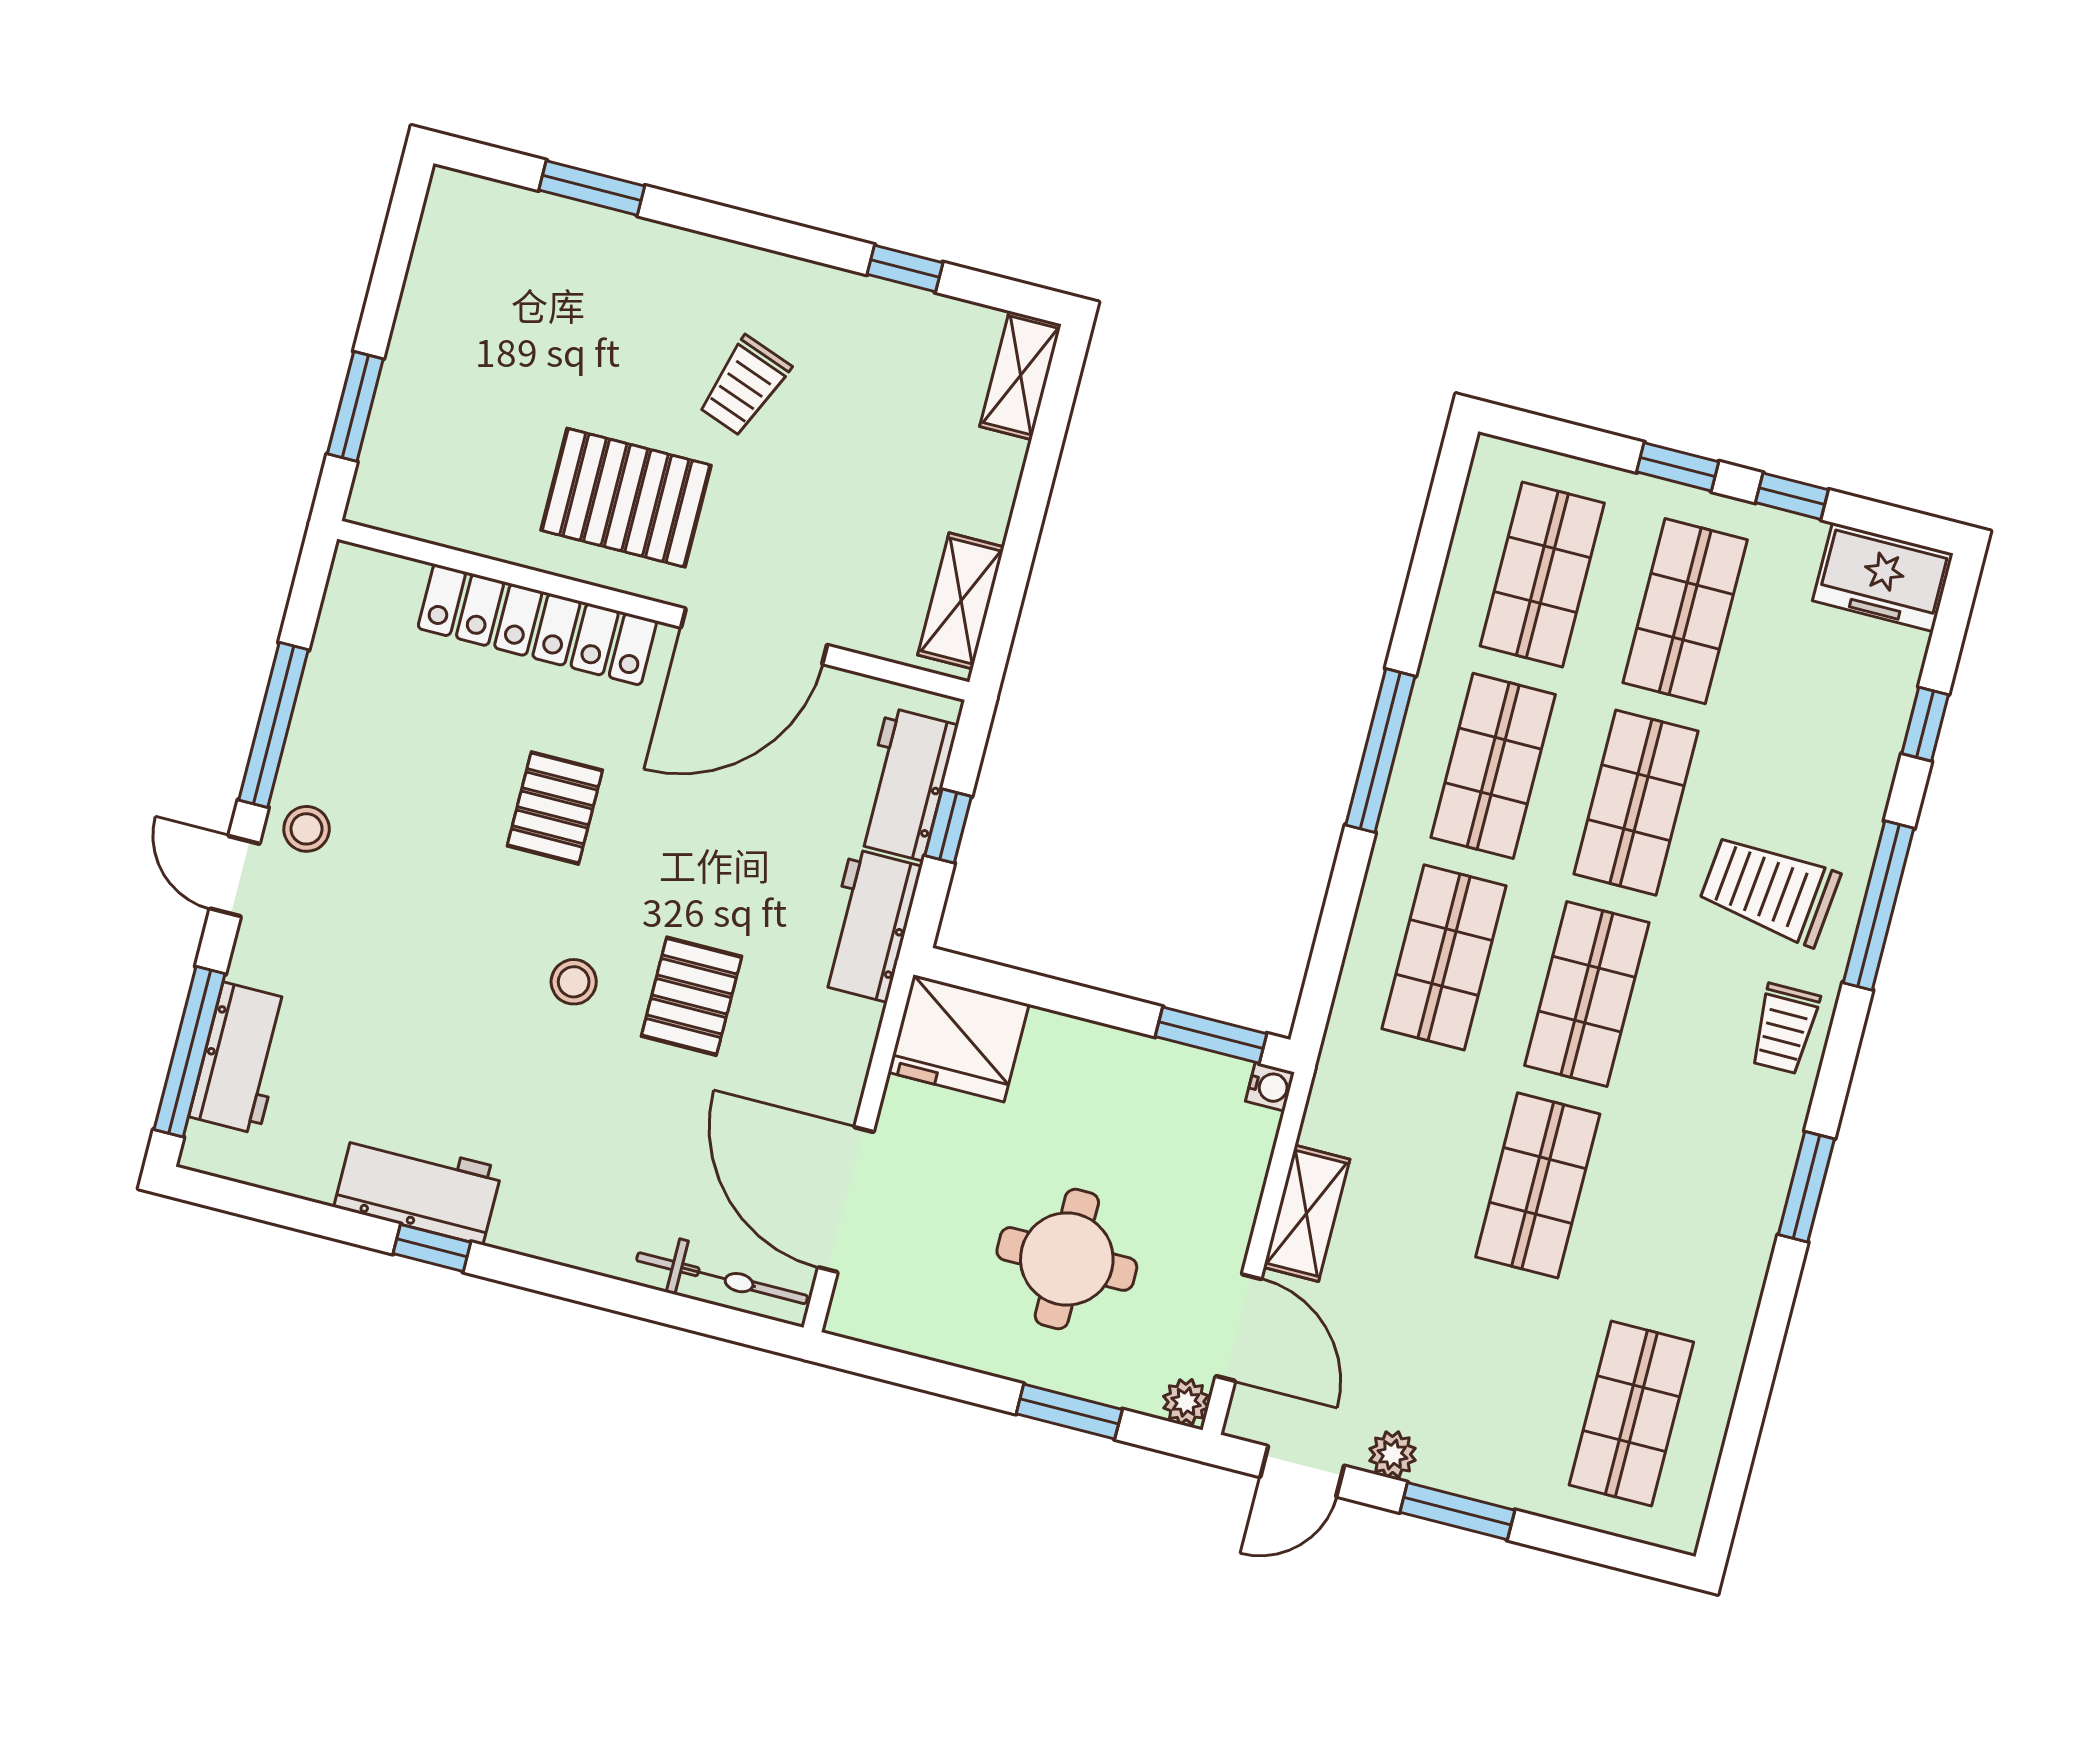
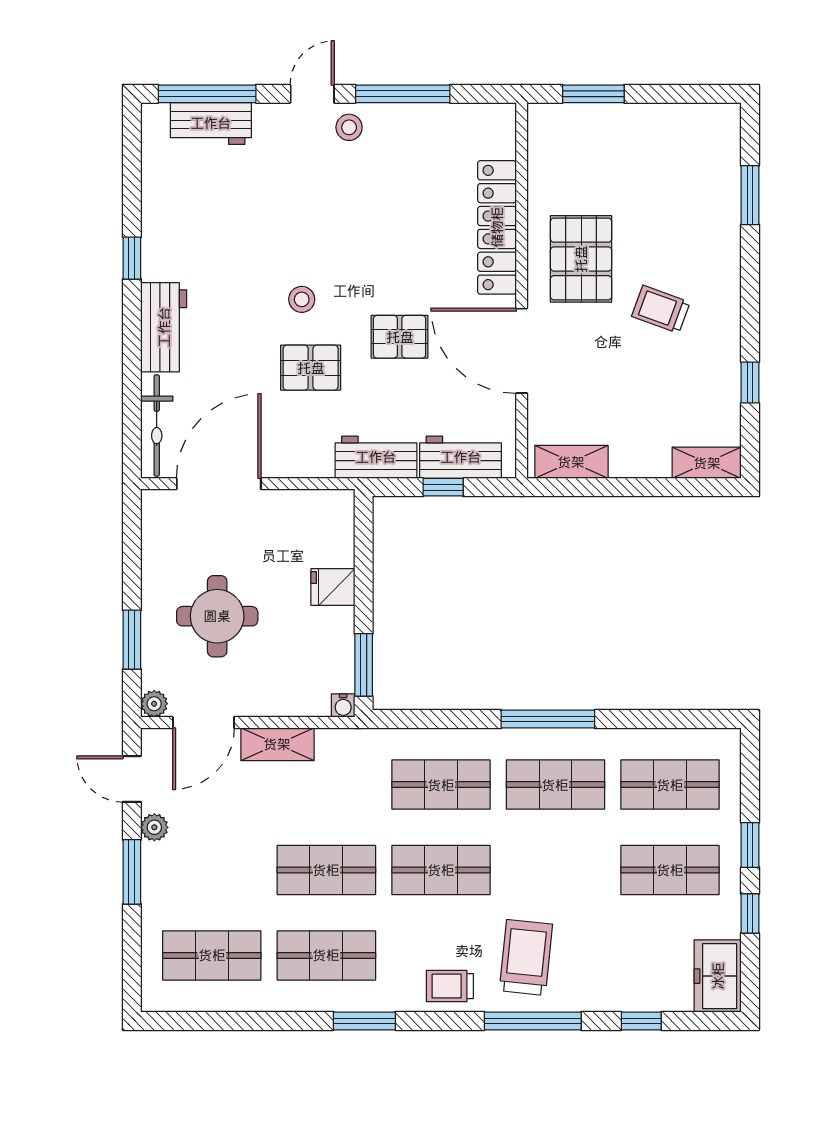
shop shelf: (1636, 803) -> (326, 955), moved
pallet: (555, 808) -> (400, 337), moved
fridge: (959, 1038) -> (333, 587), moved, width x0.53, depth x0.75
workbench: (418, 1188) -> (164, 327), moved

